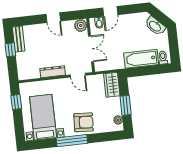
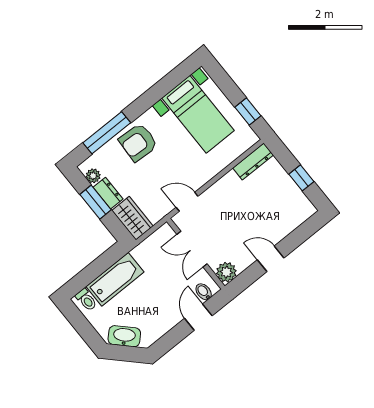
bench: (19, 39) -> (299, 200), removed
dresser: (53, 72) -> (253, 161), moved
dresser: (116, 106) -> (108, 193), added
window: (72, 141) -> (107, 133), moved

